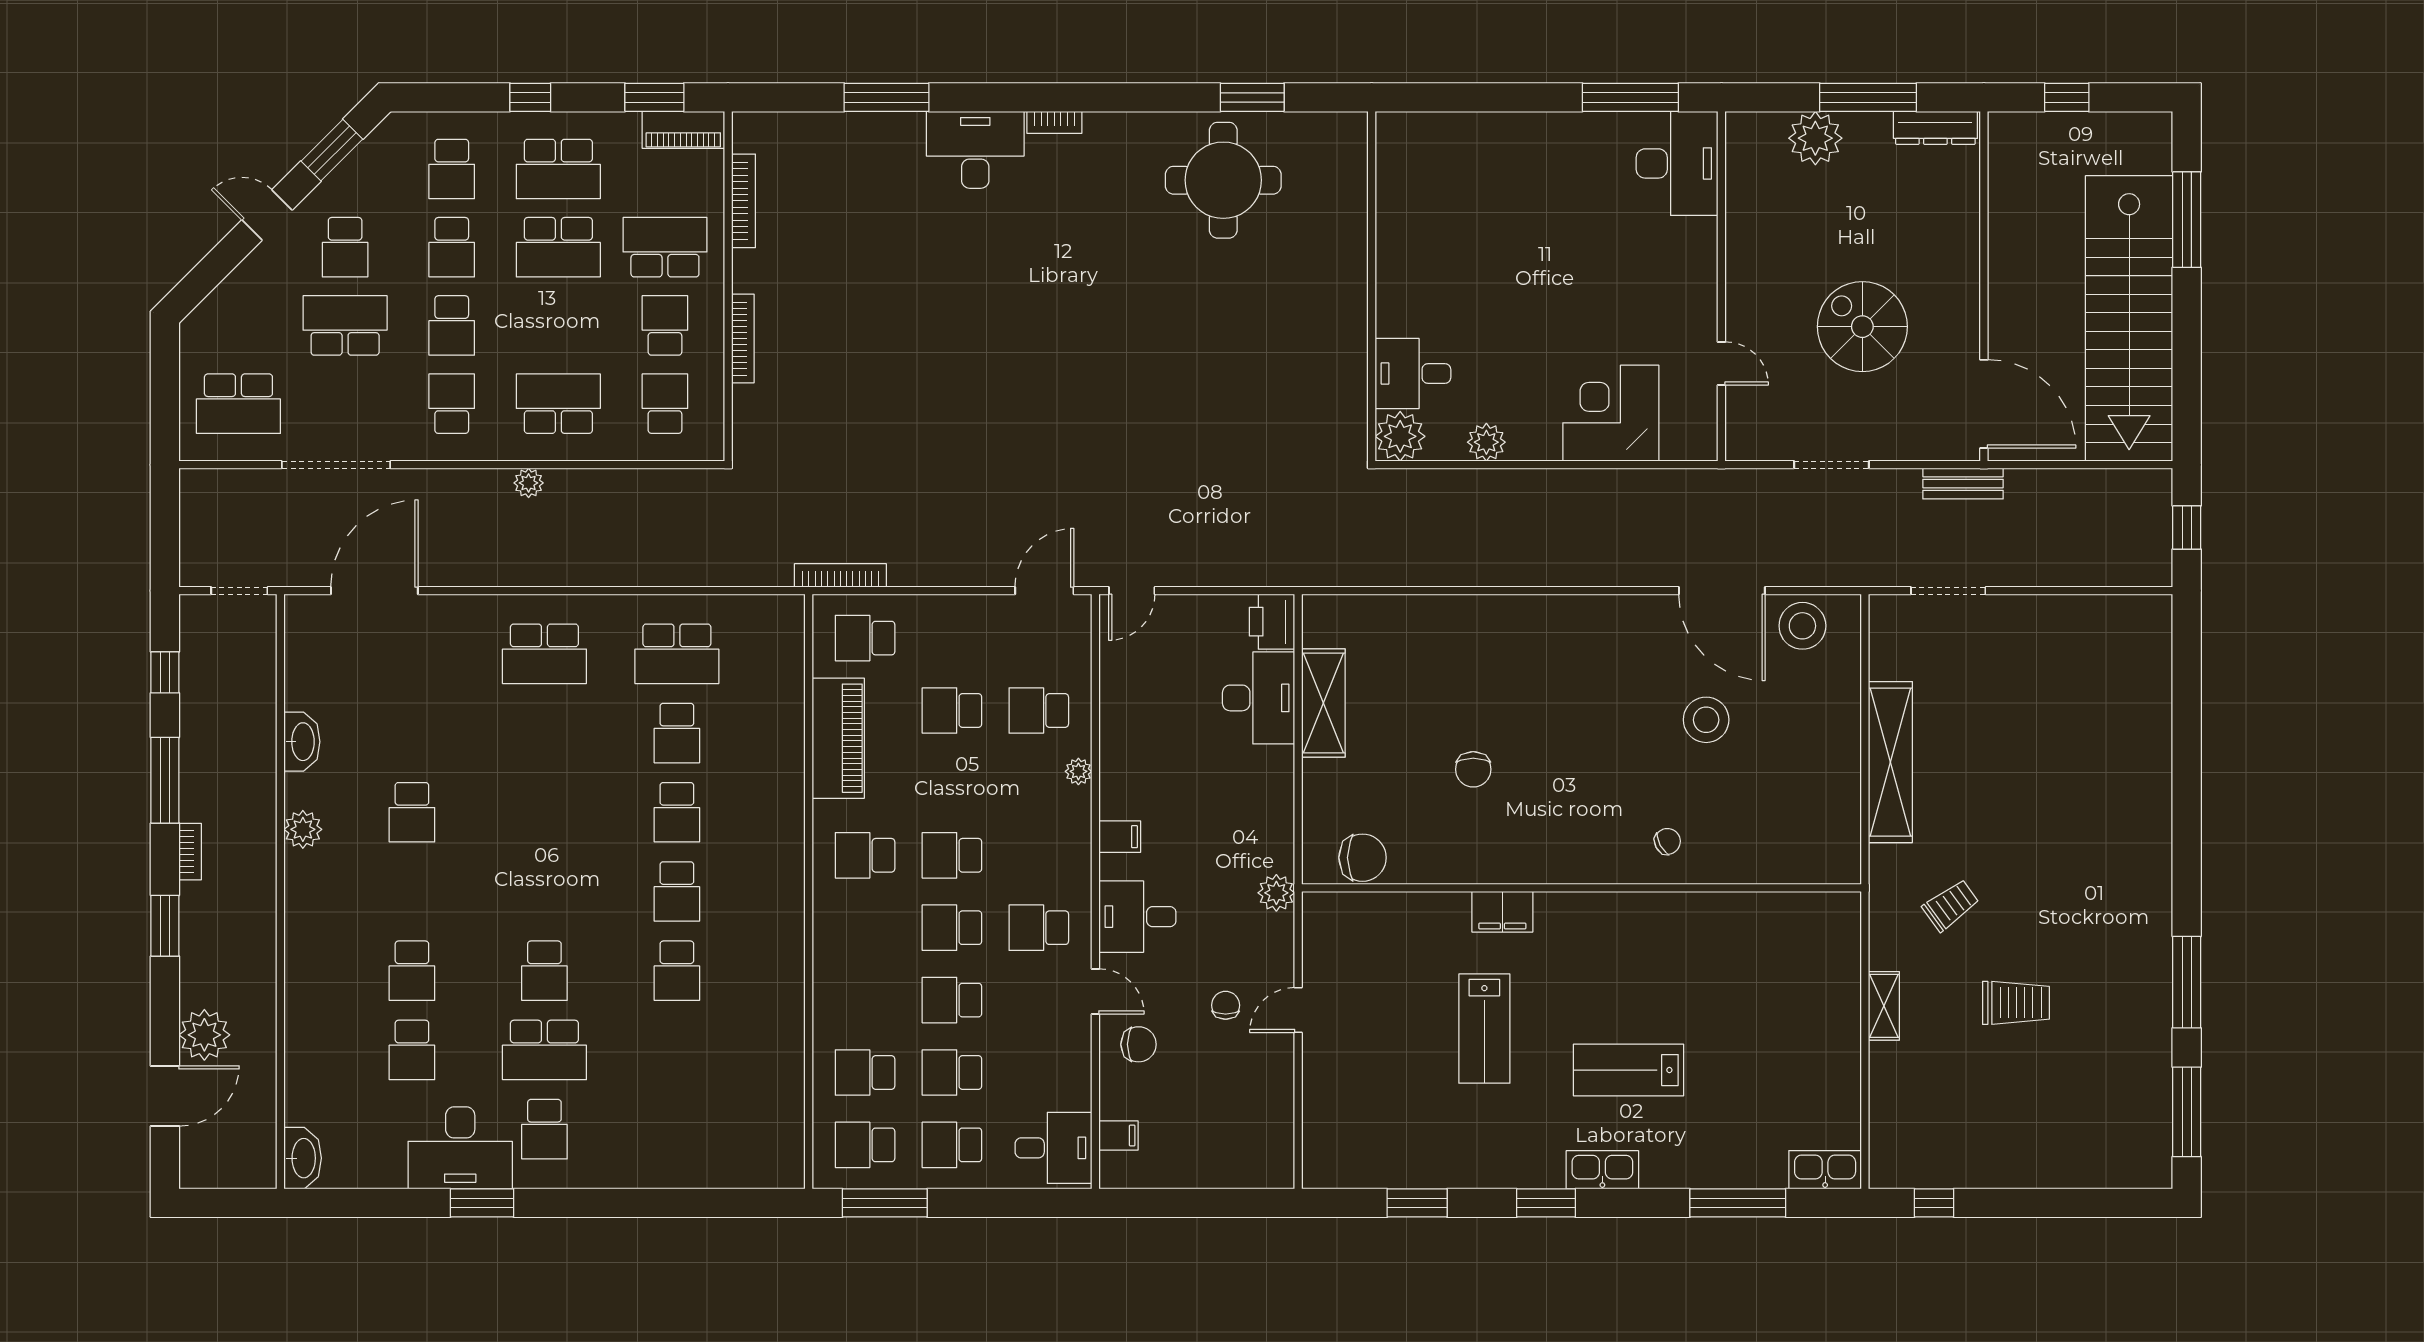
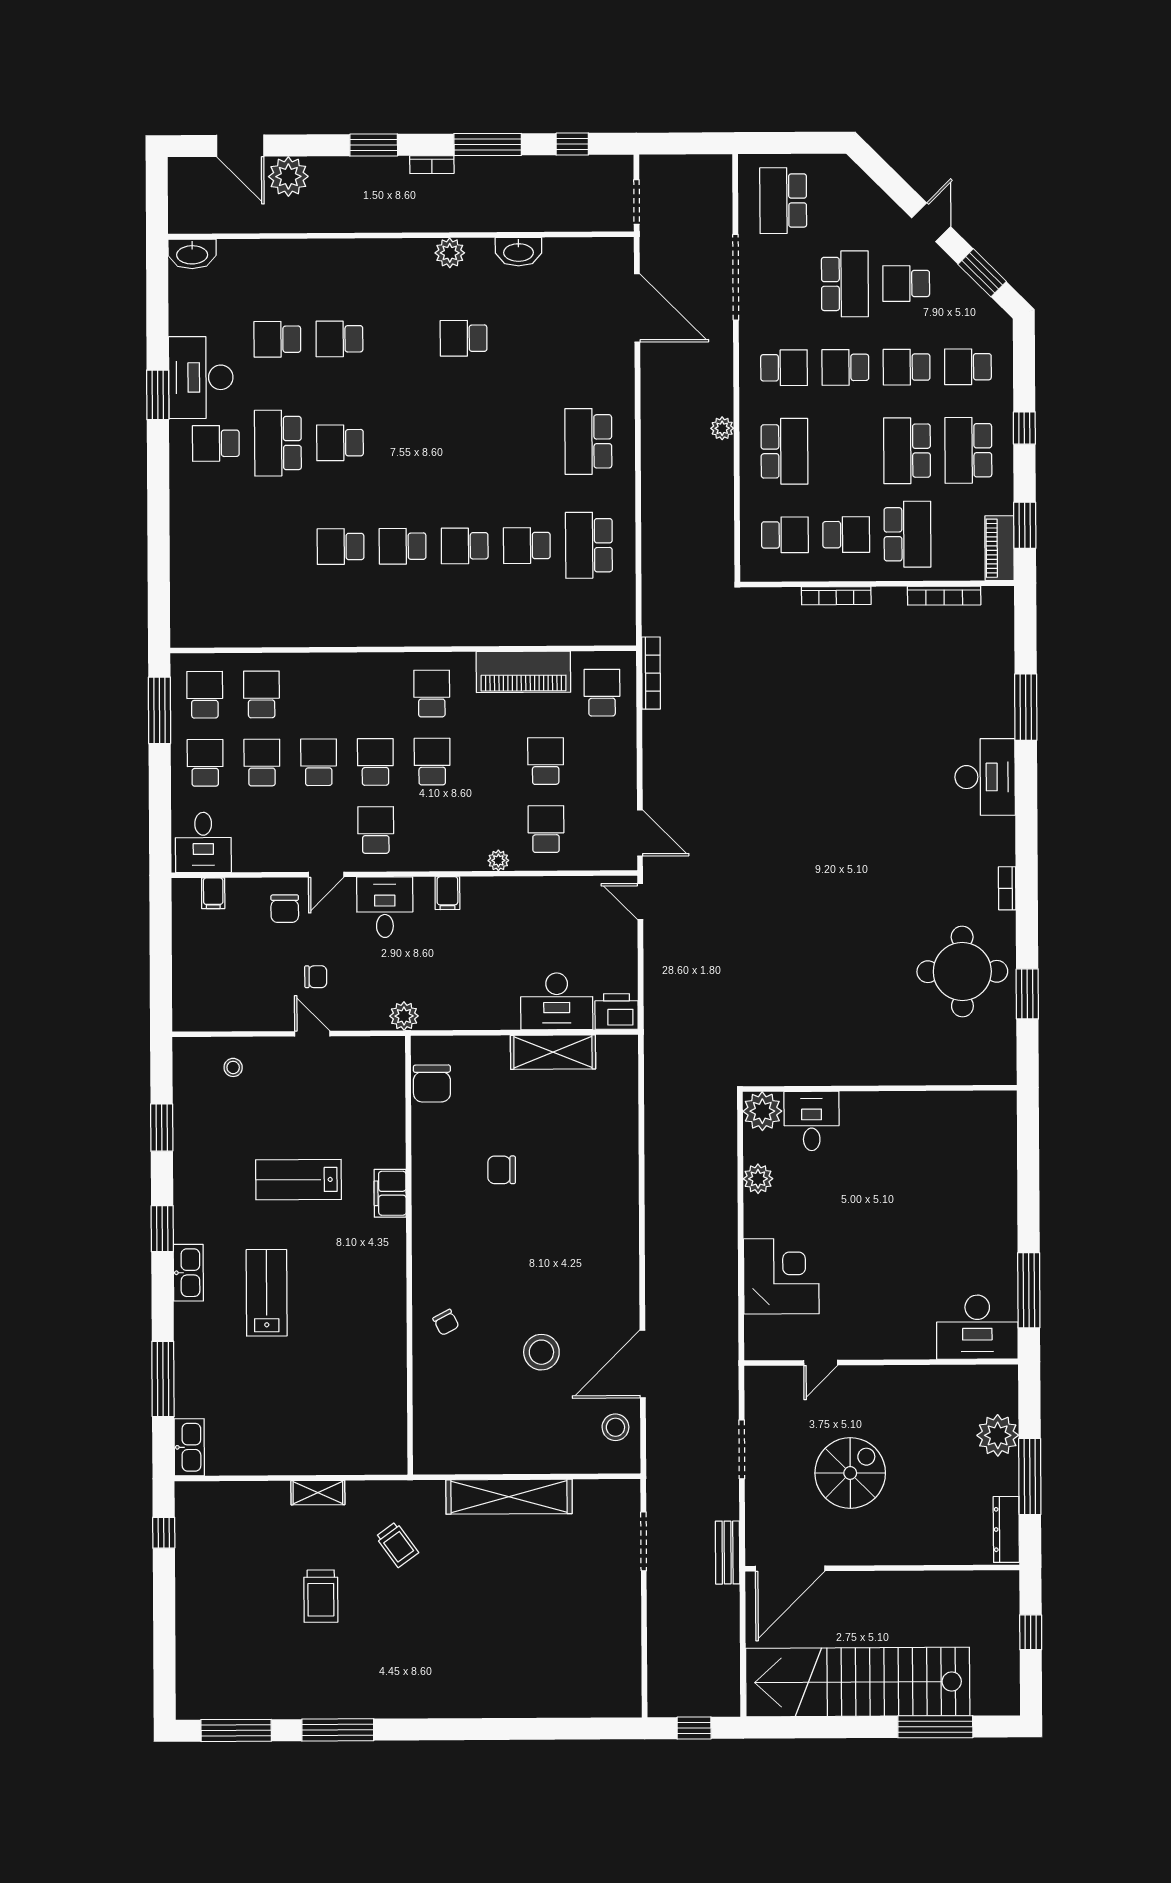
bookcase: (1054, 122) -> (1007, 888), moved
stool: (1802, 626) -> (615, 1427), width x0.73, depth x0.73
stool: (1341, 1111) -> (233, 1067), added

